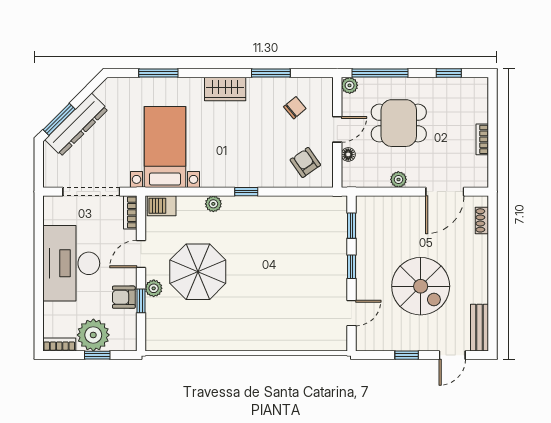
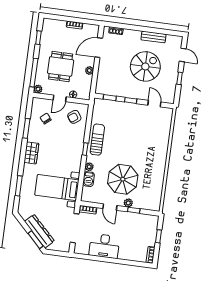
door: (337, 129) -> (60, 98), swing flipped
door: (445, 192) -> (99, 48), swing flipped
barbecue: (162, 206) -> (89, 179), moved
sun lounger: (268, 213) -> (97, 140), added
desk: (71, 263) -> (104, 246), width x0.73, depth x0.77
armchair: (124, 297) -> (131, 219), removed
bench: (479, 328) -> (153, 37), moved
plant: (93, 335) -> (148, 237), removed

